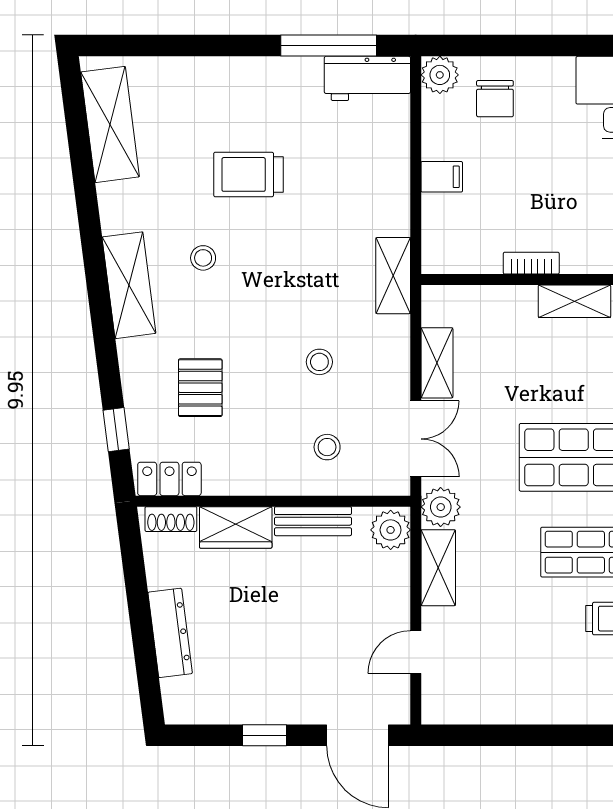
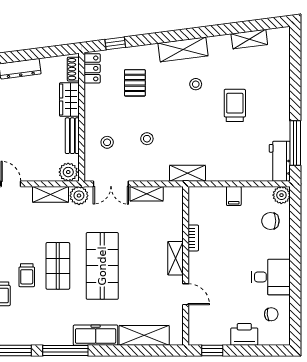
shelving: (110, 124) -> (249, 39), width x0.67, depth x0.75
pallet: (200, 388) -> (135, 83), turned 90

